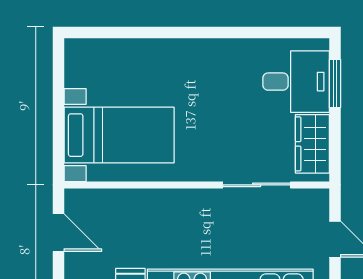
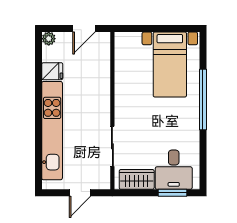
window: (178, 32) -> (203, 100), added
bed with nightstands: (119, 135) -> (170, 65), moved

